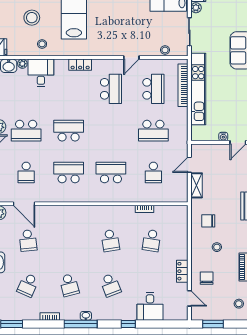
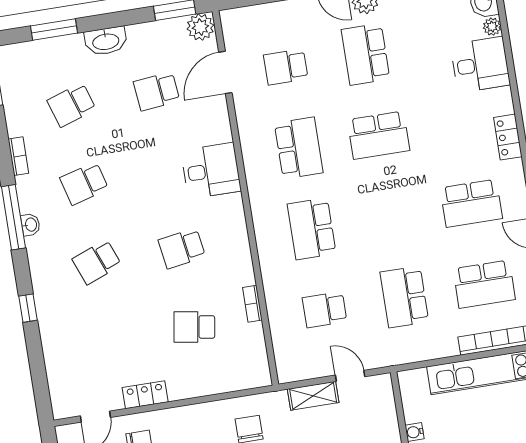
school desk: (69, 131) -> (378, 135), turned 90
school desk: (111, 172) -> (312, 229), turned 180
school desk: (28, 285) -> (72, 105), turned -42
desk: (150, 306) -> (211, 171), moved, turned 180

